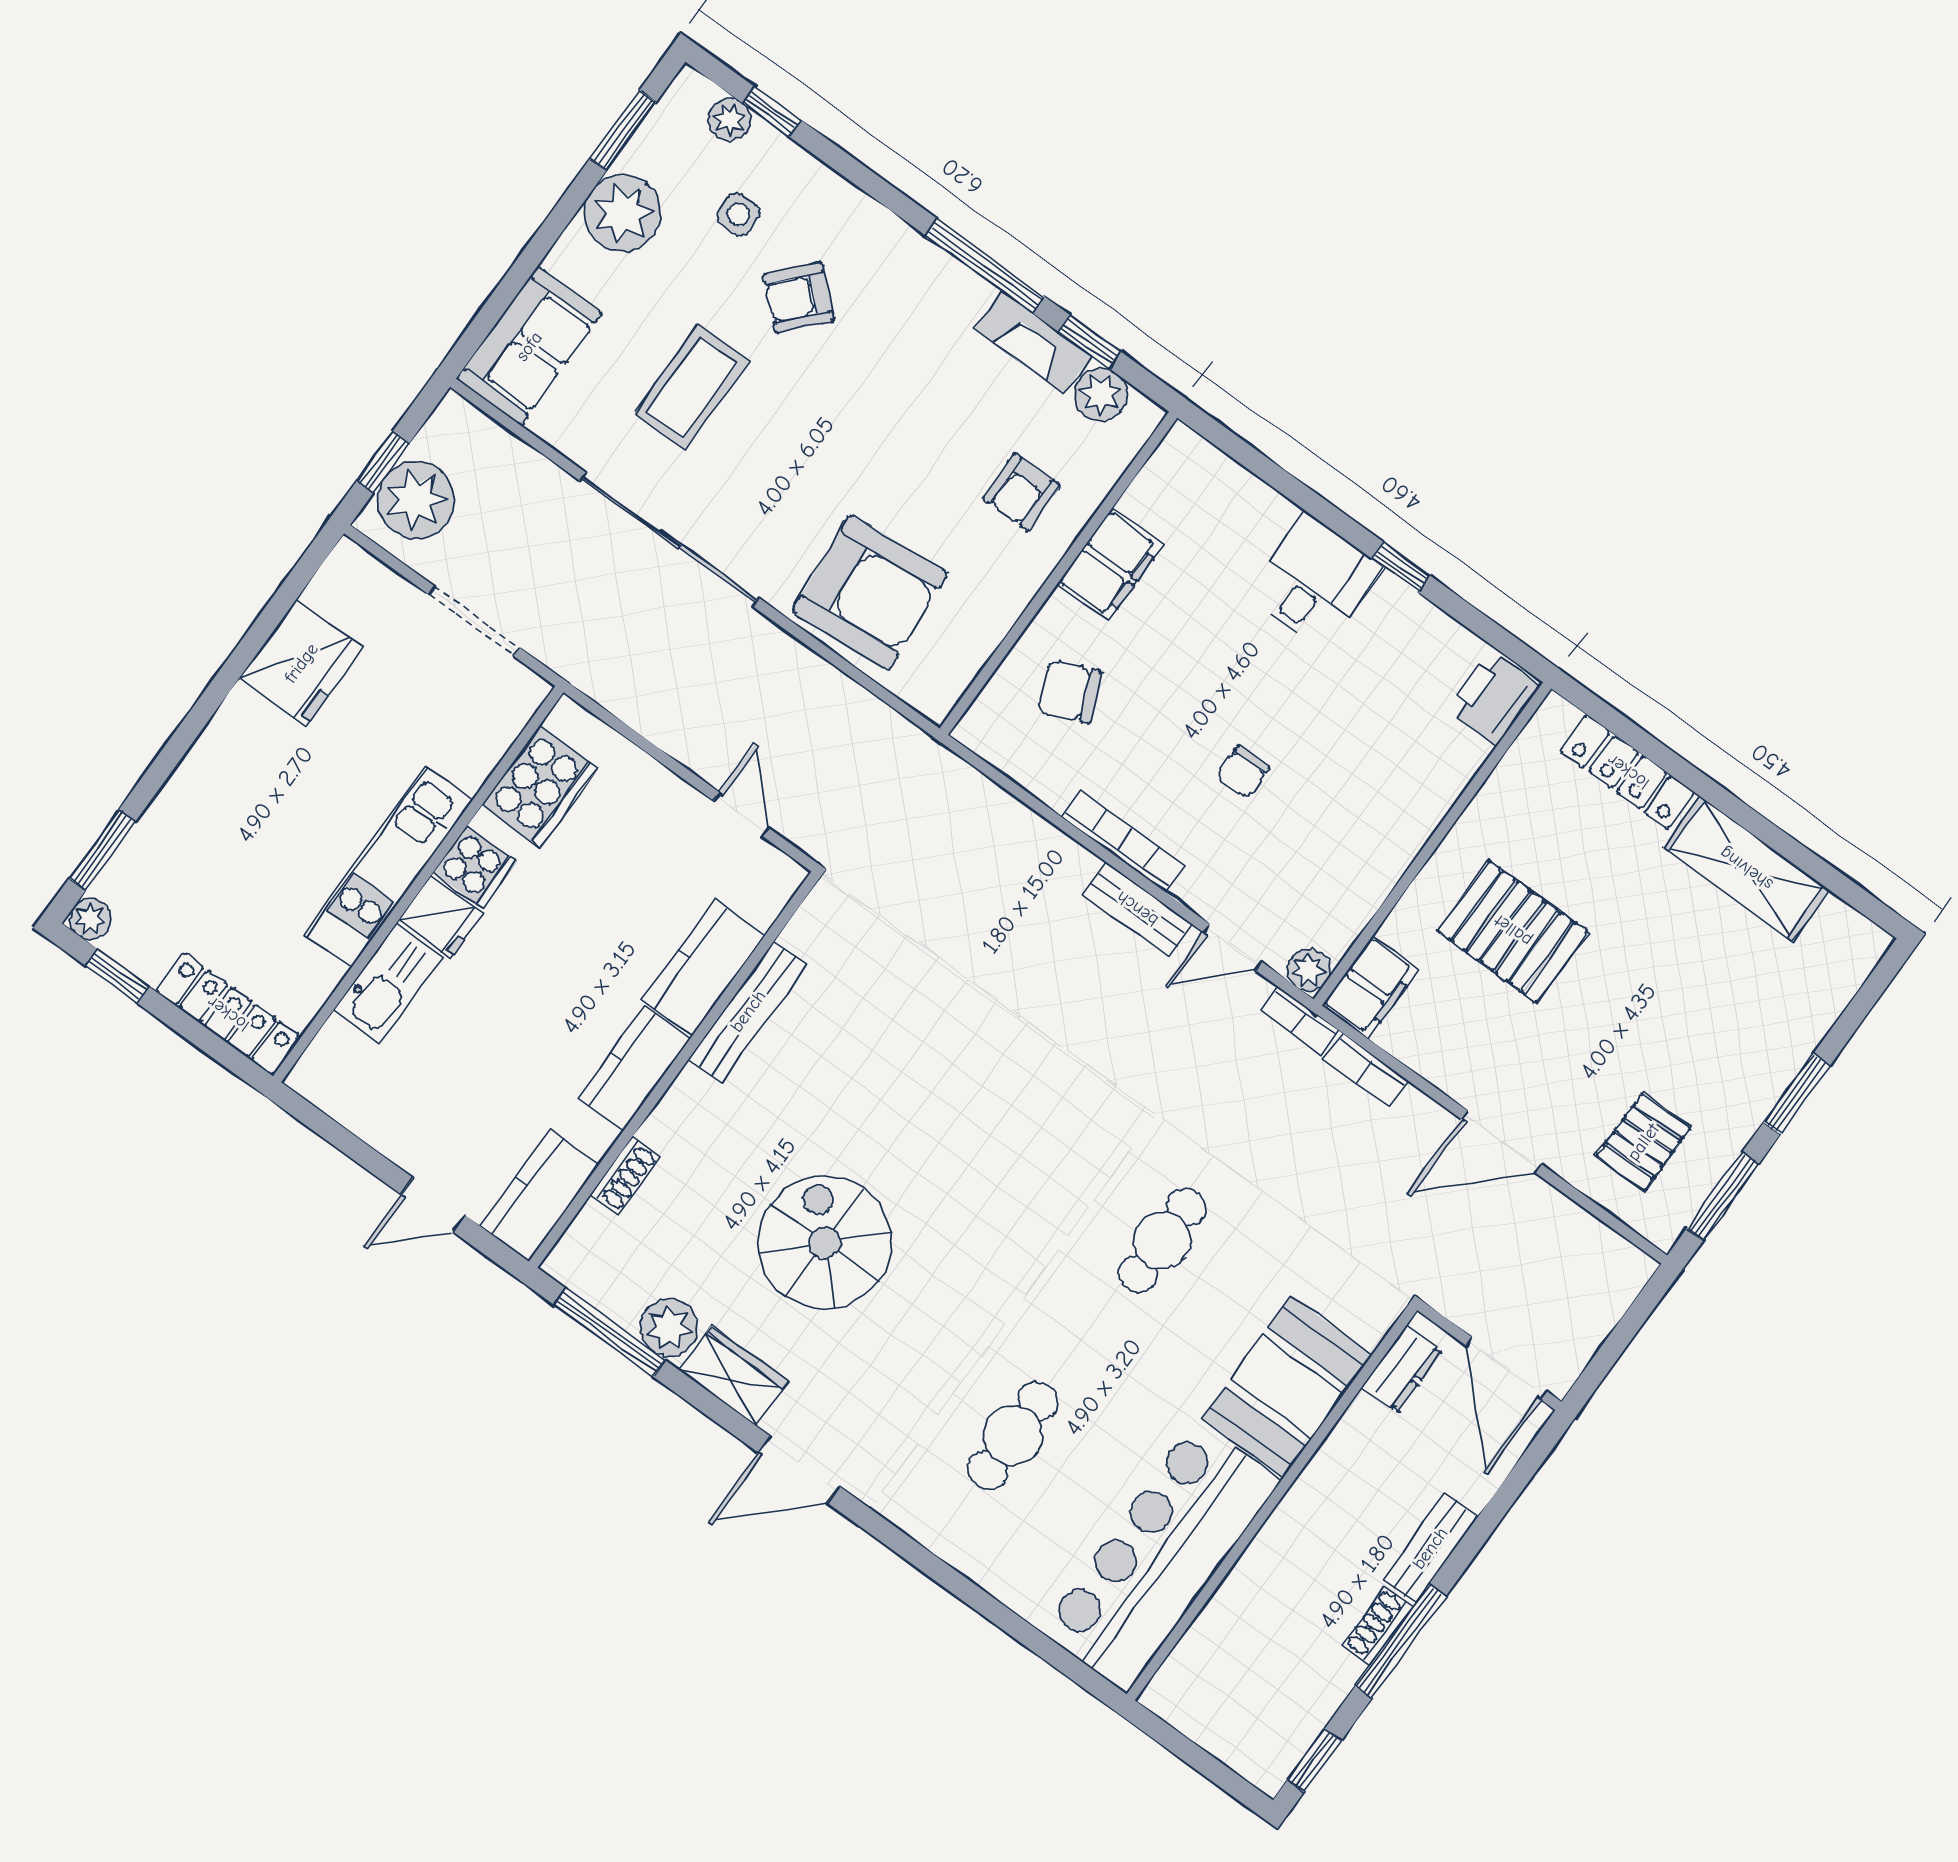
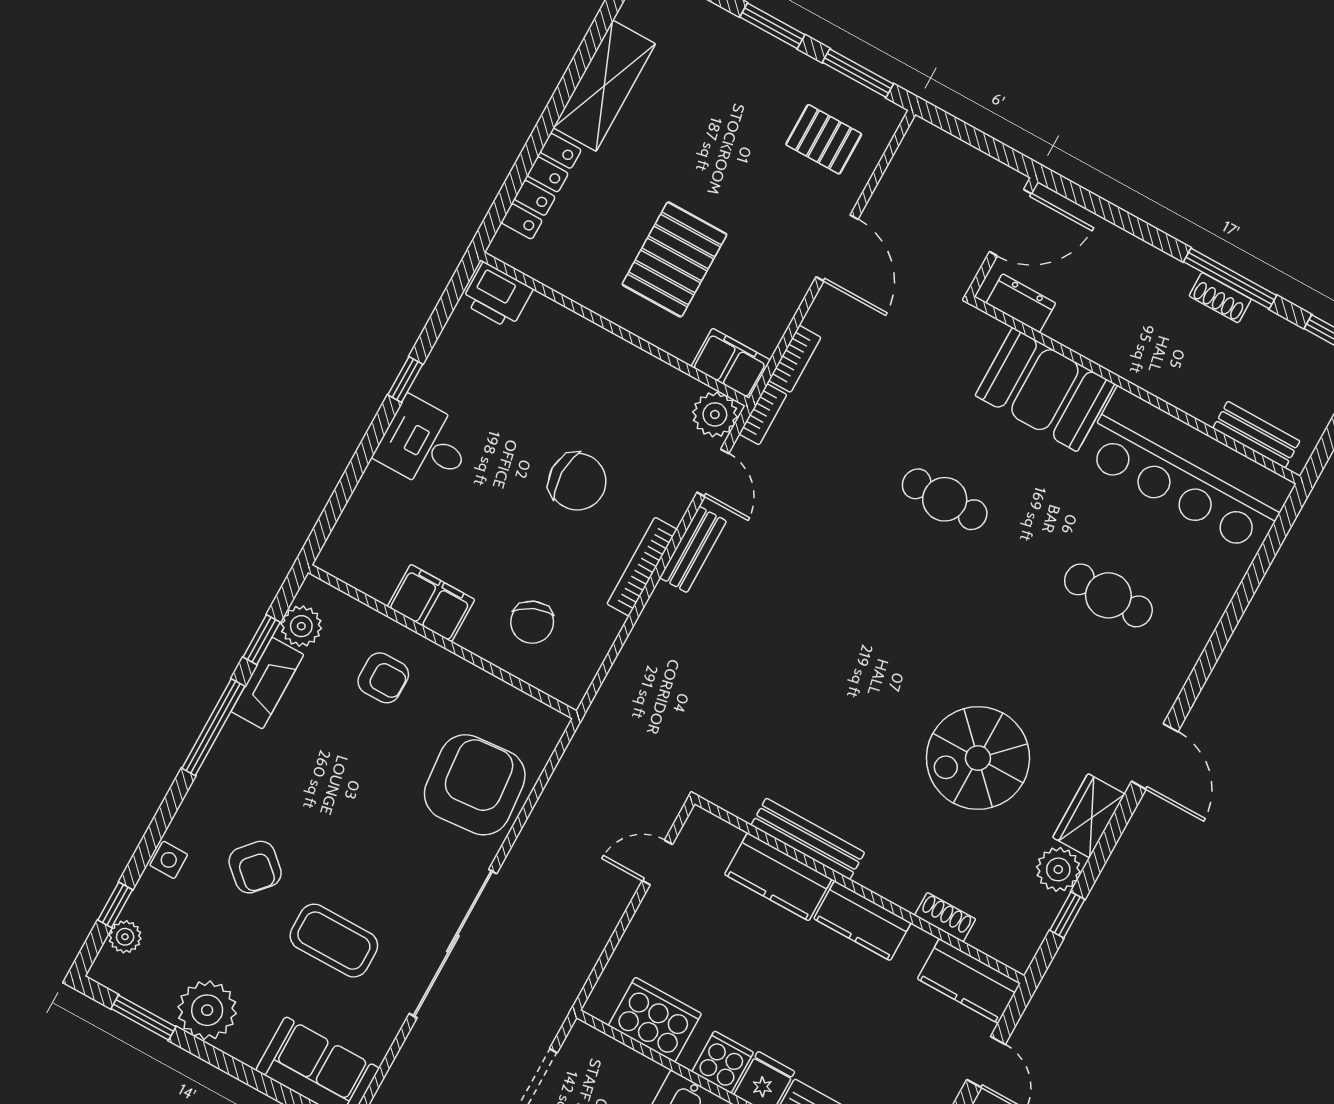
side table: (738, 214) -> (169, 860), moved
chair: (1243, 772) -> (577, 482), width x1.87, depth x1.87
plant: (1309, 970) -> (715, 414), width x1.38, depth x1.38
window: (609, 1332) -> (1067, 915), width x0.46
bench: (1430, 1548) -> (1256, 435), moved

